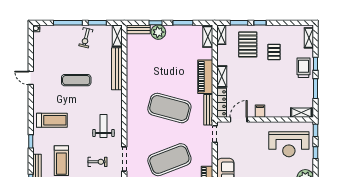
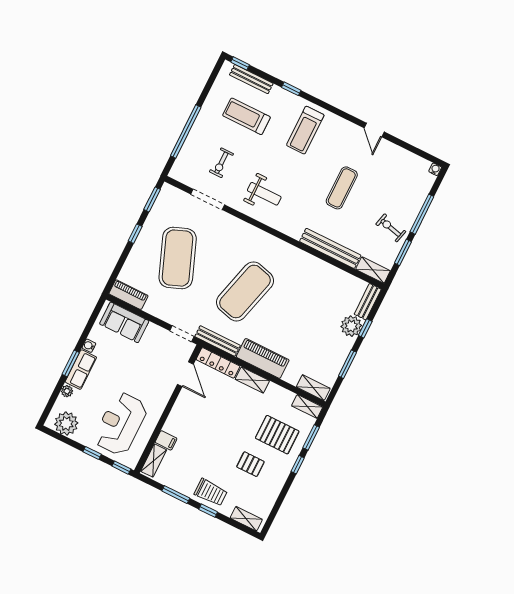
door: (31, 78) -> (374, 130), swing flipped
filing cabinet: (260, 111) -> (166, 440), moved

